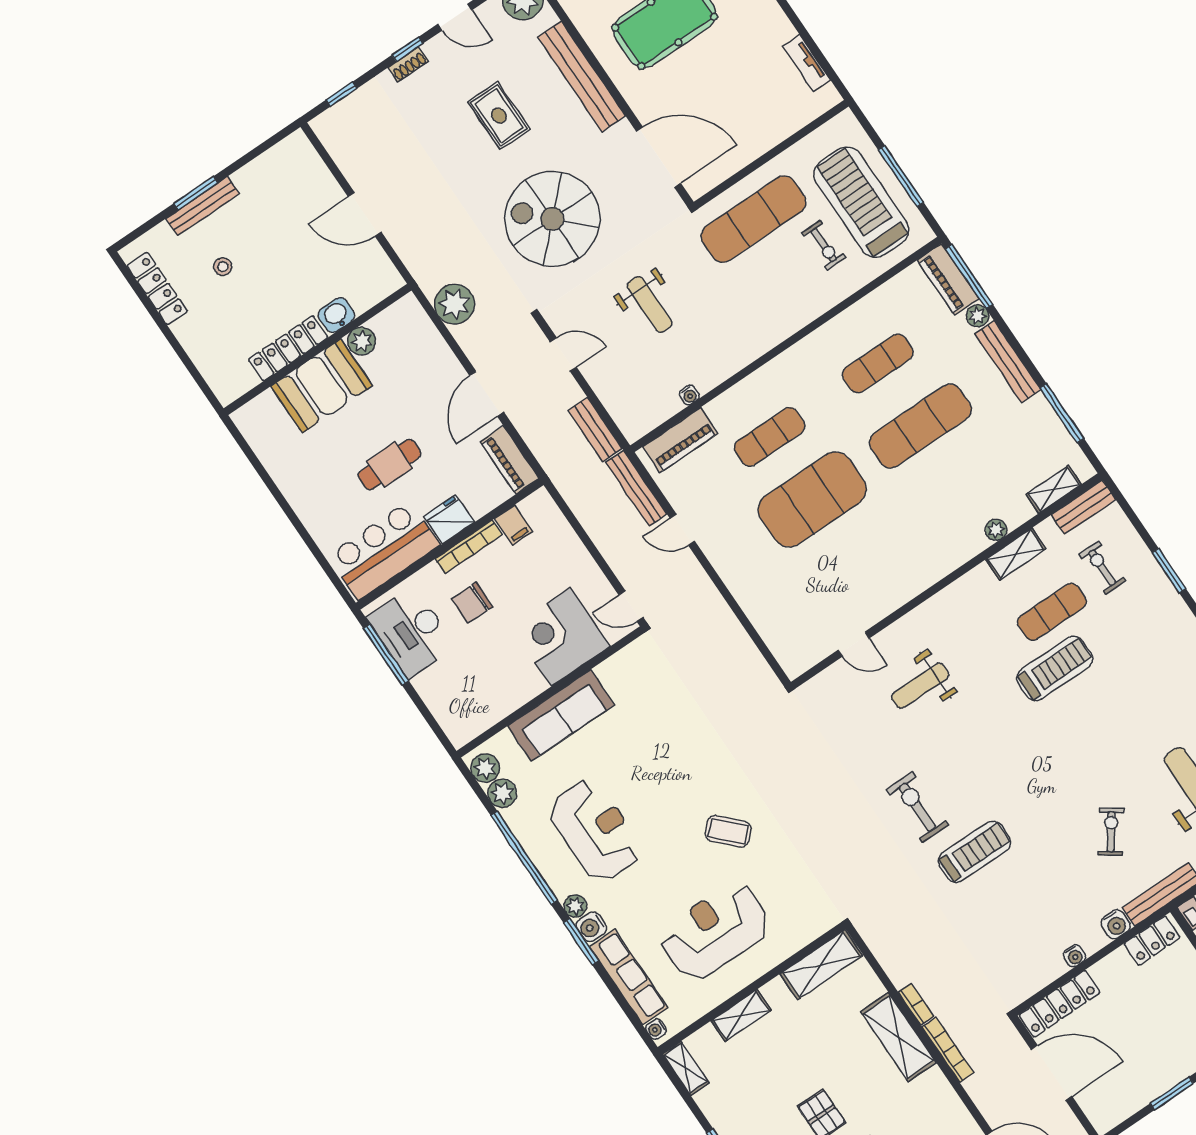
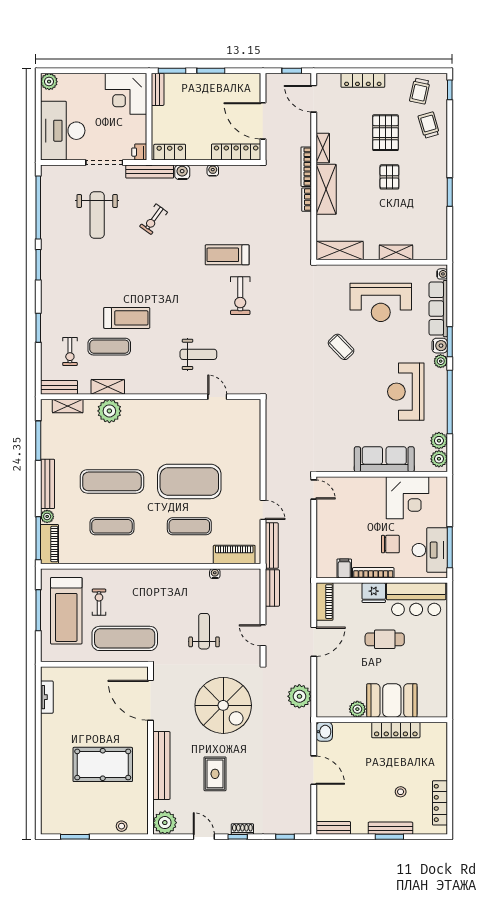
bench: (283, 152) -> (333, 828), added
washbasin: (337, 315) -> (324, 732), moved, turned -90
plant: (996, 530) -> (109, 411), width x1.87, depth x1.87
corner desk: (561, 637) -> (407, 498), moved
treadmill: (1055, 668) -> (127, 318), turned 180
shelving: (686, 1068) -> (323, 148), moved

